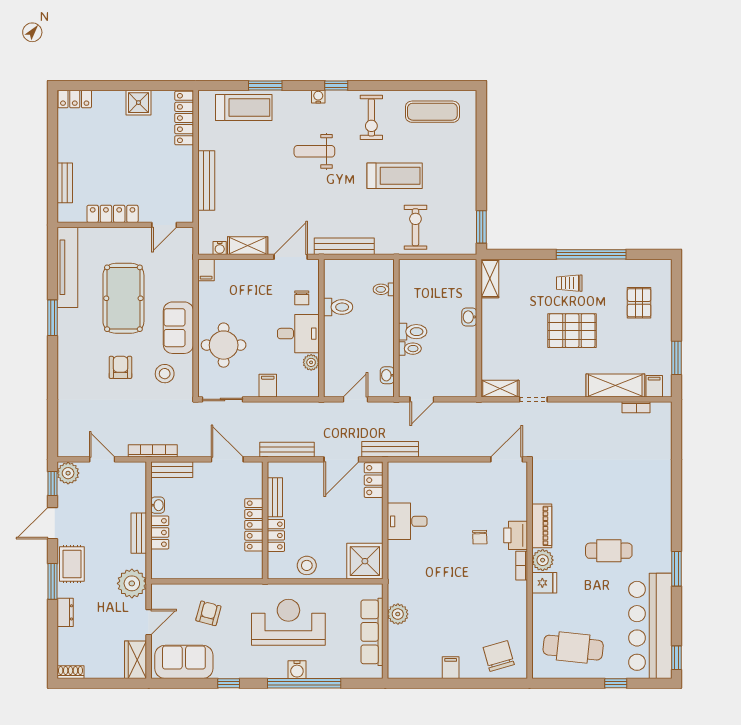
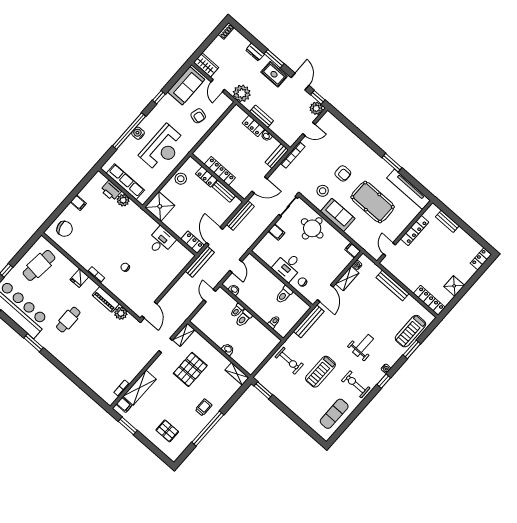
pallet: (572, 331) -> (190, 369), moved
plant: (311, 362) -> (270, 261), removed
printer: (516, 535) -> (111, 191), moved, turned 180
plant: (543, 560) -> (121, 313), moved

